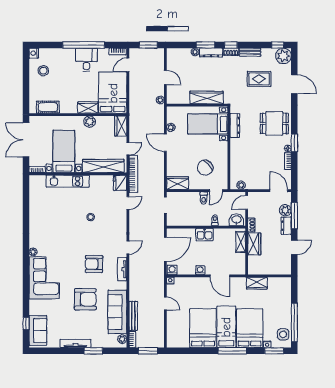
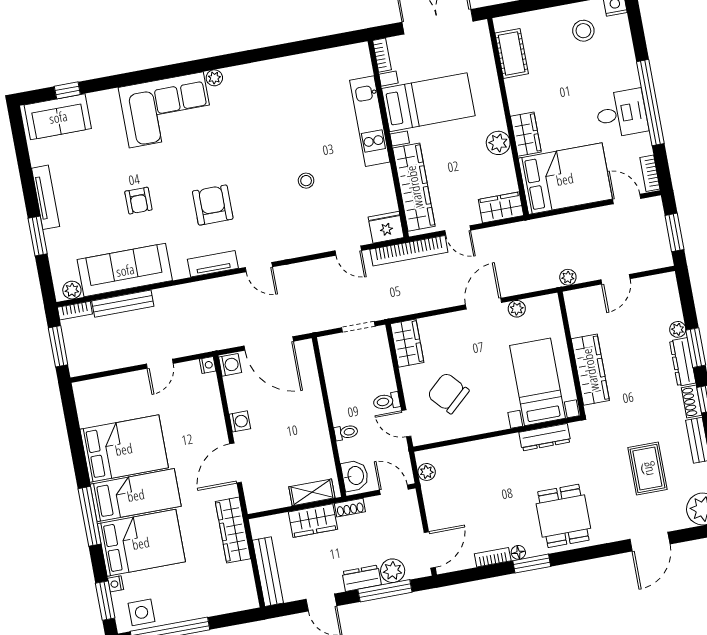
kitchen sink: (205, 234) -> (314, 417), removed
bench: (275, 270) -> (268, 572), added
wardrobe: (257, 283) -> (233, 530), width x1.50
armchair: (85, 299) -> (138, 201), width x0.53, depth x0.53

